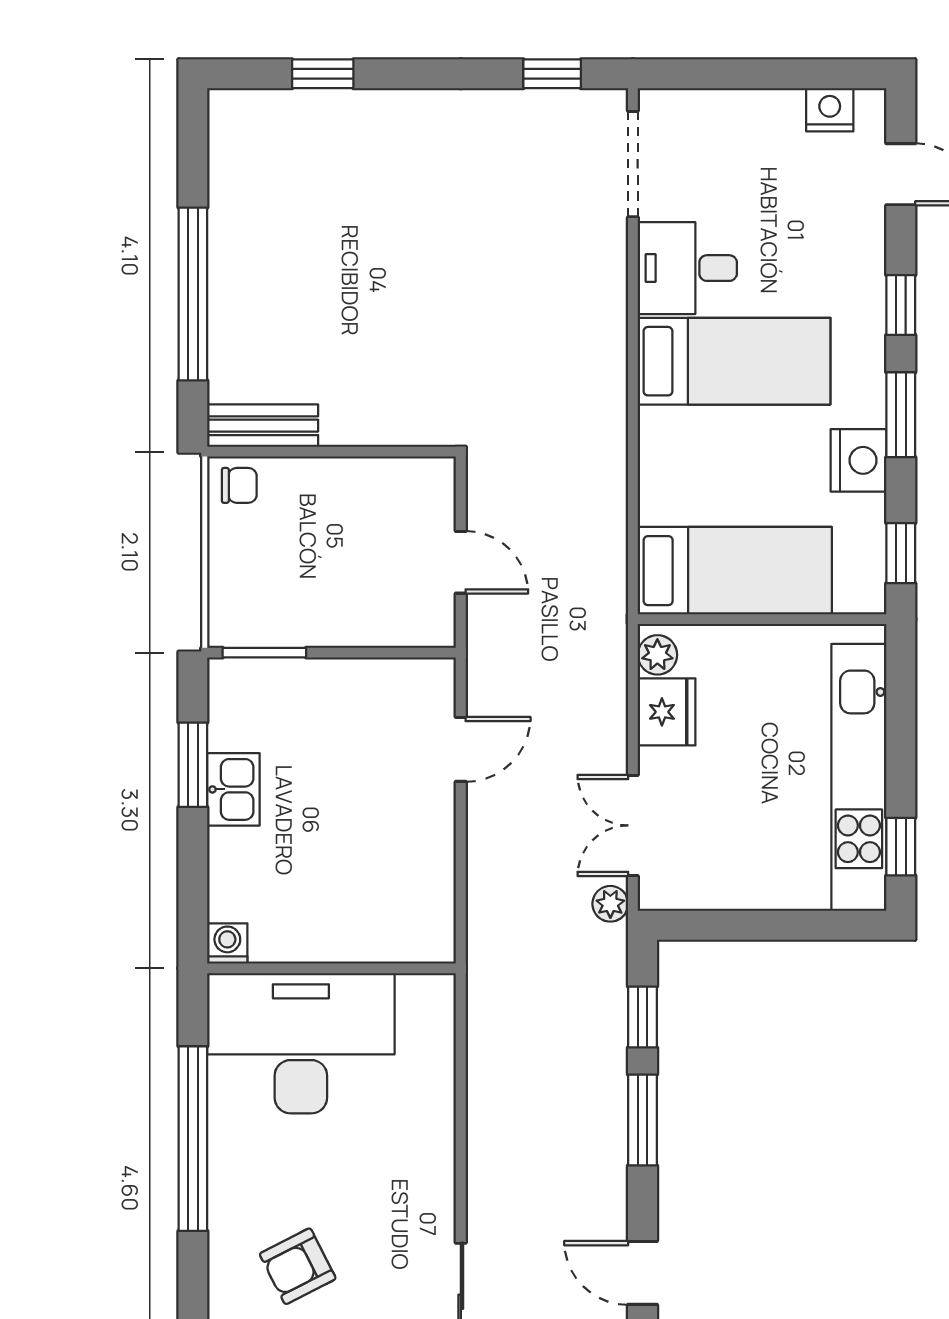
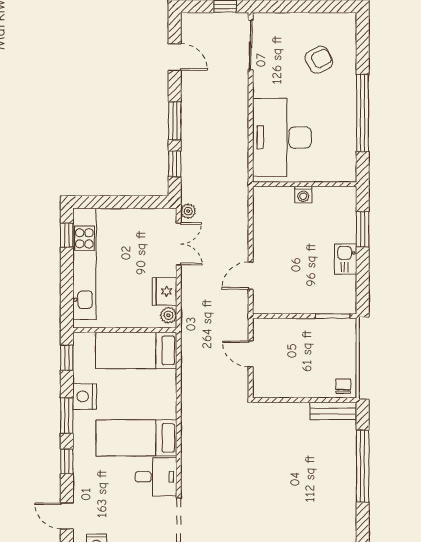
chair: (239, 485) -> (343, 386), turned 90
window: (193, 765) -> (363, 229), moved
washing machine: (227, 943) -> (303, 195), moved
desk: (301, 1043) -> (282, 137), moved, turned 90

